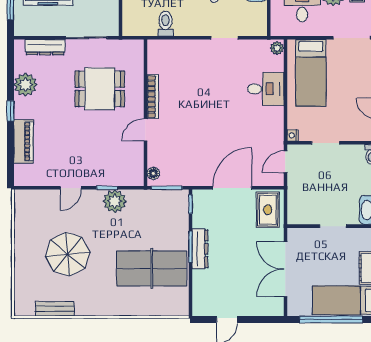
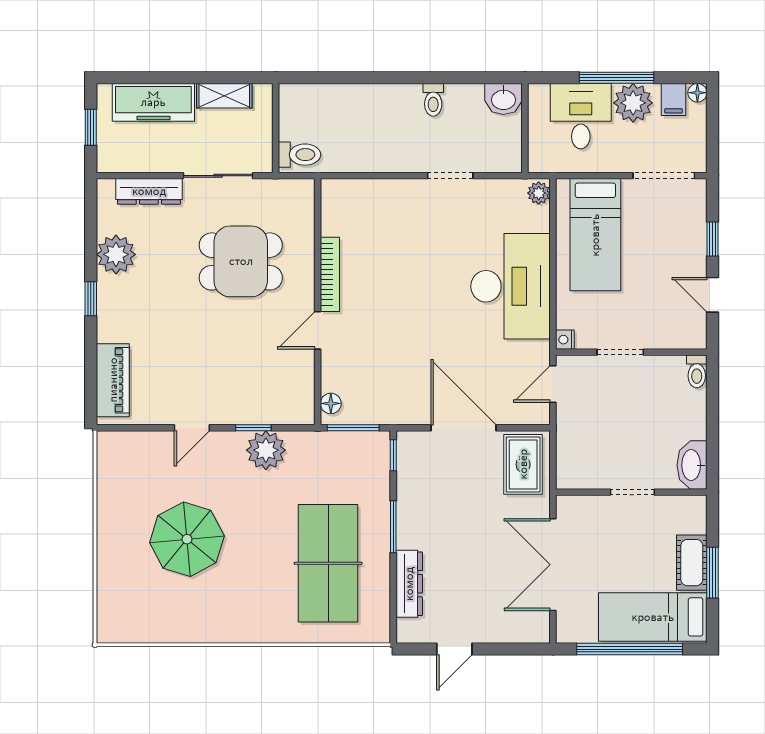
toilet: (166, 24) -> (299, 155), moved, turned 90
desk: (266, 89) -> (510, 286), width x1.87, depth x1.30
piano: (24, 141) -> (113, 380), moved
door: (232, 188) -> (464, 428), hinge flipped
dresser: (200, 249) -> (409, 584), moved
table tennis table: (152, 268) -> (328, 563), turned 90
bench: (55, 309) -> (165, 631), removed

